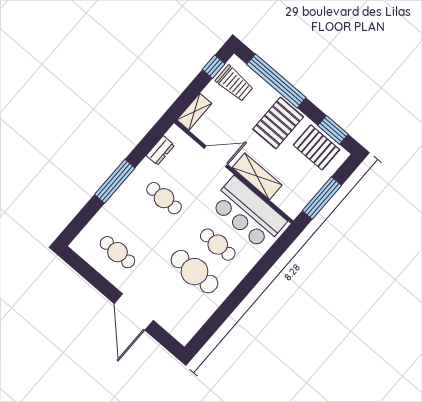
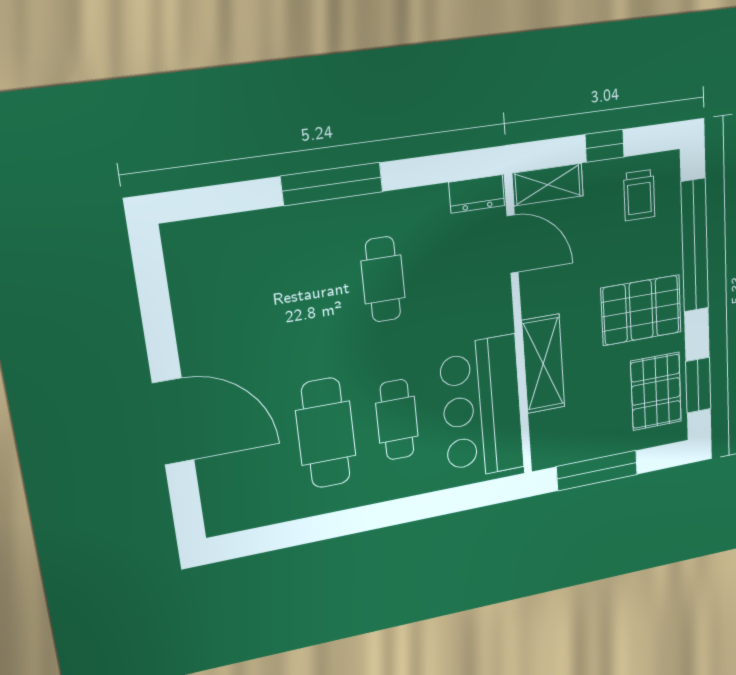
window: (214, 67) -> (605, 146), moved
trolley: (234, 83) -> (639, 195), width x0.73, depth x0.72
dresser: (160, 150) -> (477, 194), moved
door: (216, 156) -> (513, 244), moved
cafe table: (117, 252) -> (233, 304), removed
door: (134, 312) -> (173, 422), swing flipped

